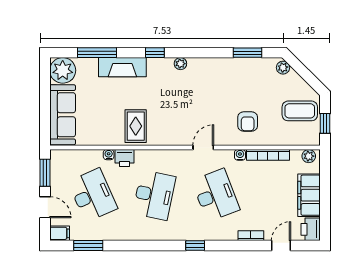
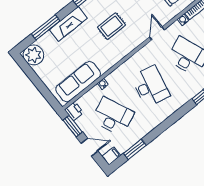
sofa: (63, 115) -> (78, 82), moved, turned -90
rug: (136, 126) -> (111, 26), moved, turned 90
printer: (124, 158) -> (74, 111), moved, turned -90

